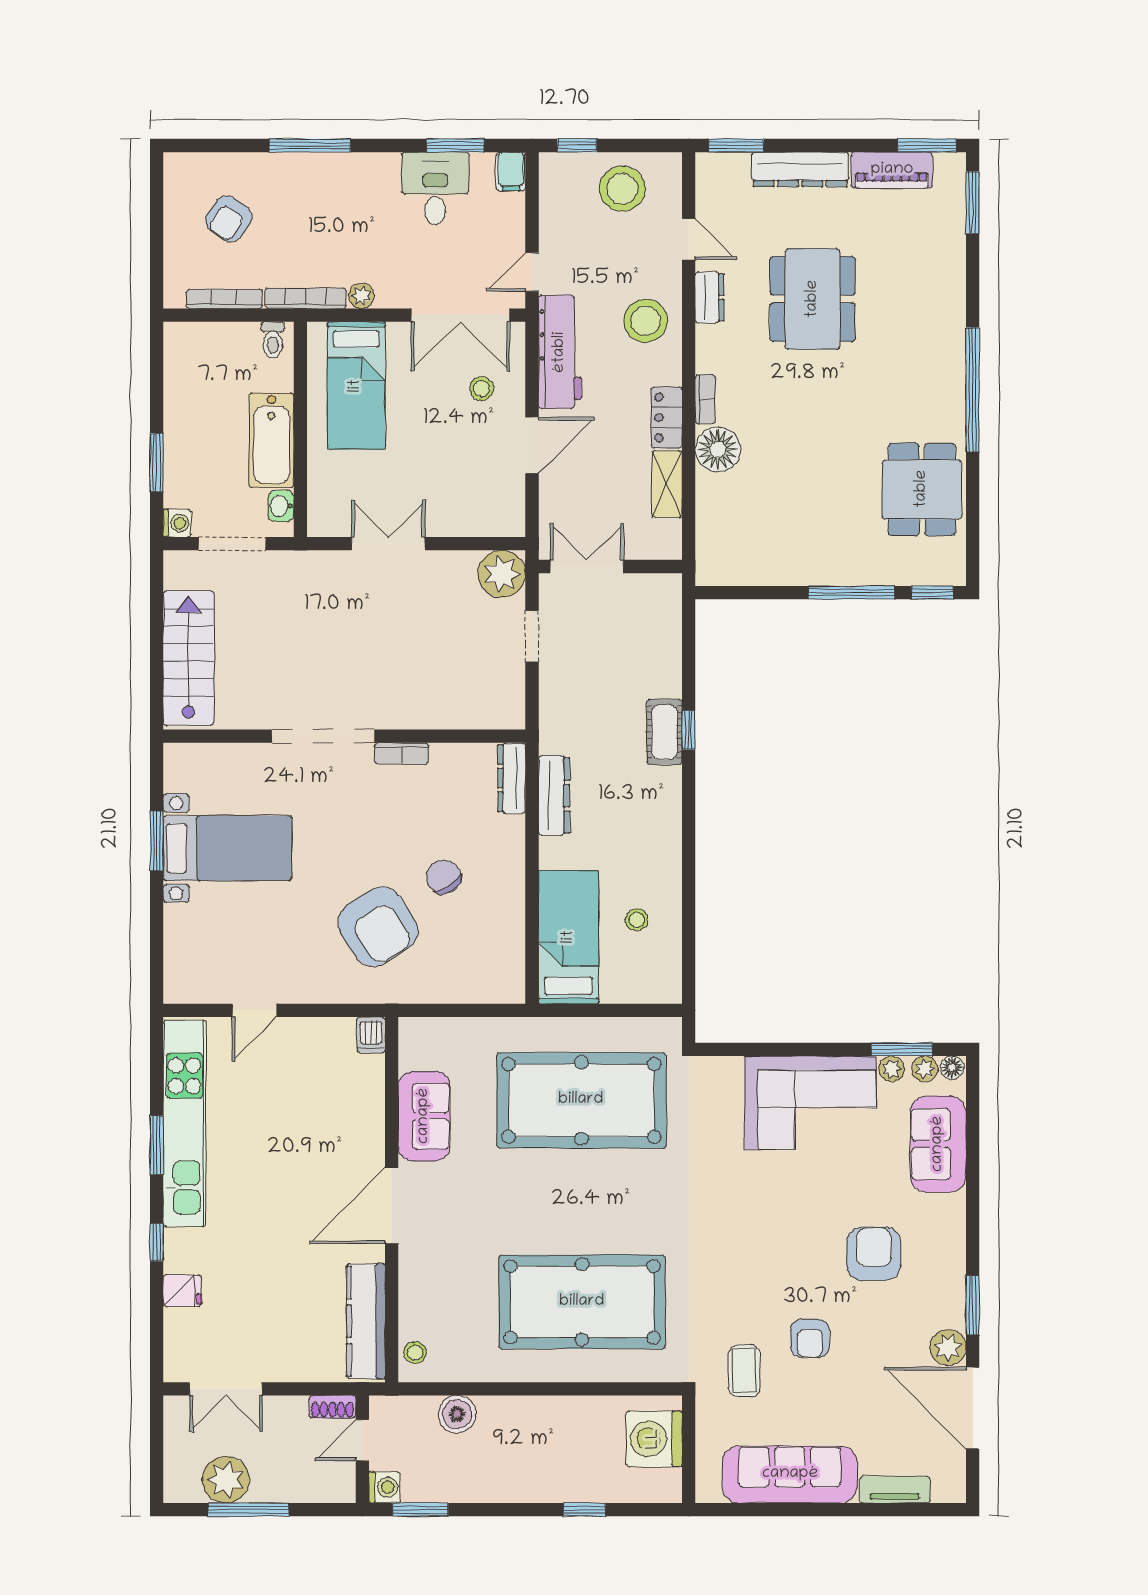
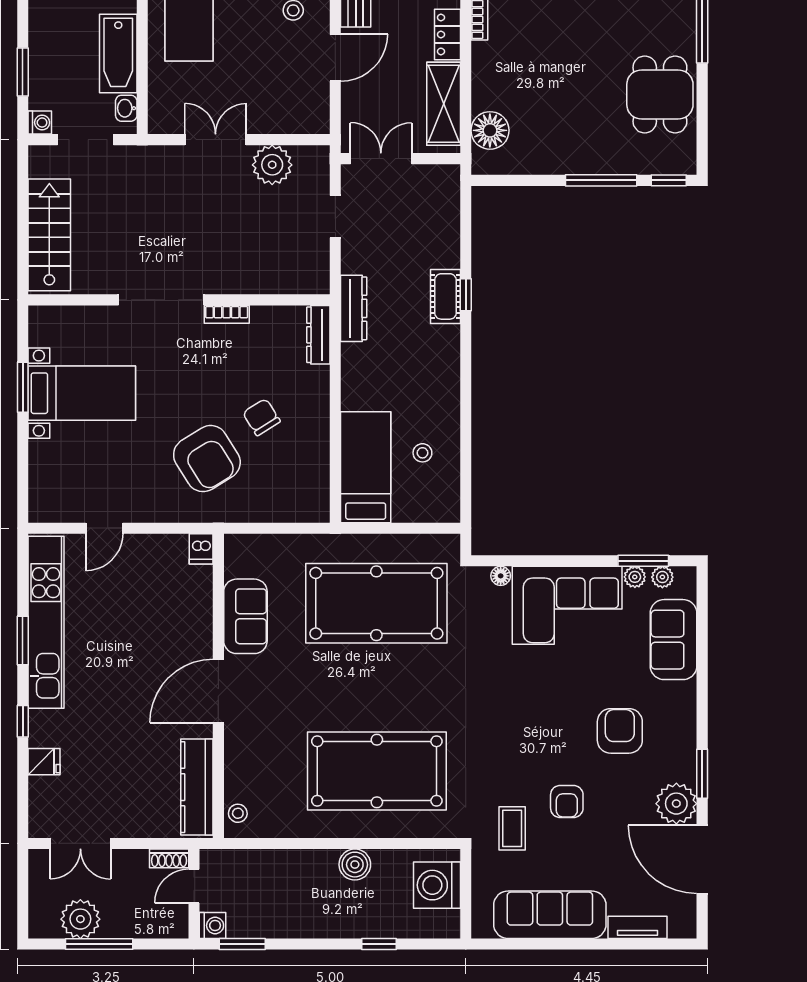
floor lamp: (718, 449) -> (490, 130), moved
shelving: (667, 484) -> (444, 104), width x1.50, depth x1.33
plant: (502, 574) -> (272, 165), moved
dresser: (554, 796) -> (354, 308), moved
floor lamp: (952, 1068) -> (501, 576), moved
plant: (948, 1347) -> (676, 804), width x1.36, depth x1.36
boiler: (457, 1414) -> (355, 865), moved

